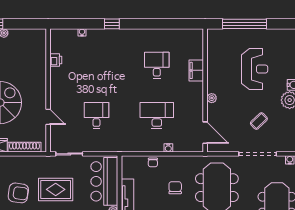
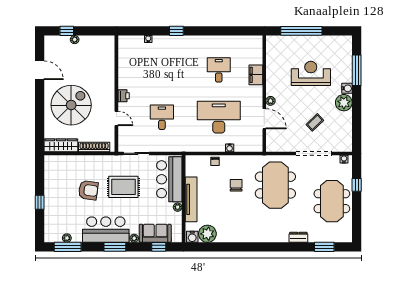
printer: (56, 60) -> (124, 96), moved
reception desk: (255, 69) -> (311, 73), turned -90
desk: (157, 116) -> (219, 117), width x1.36, depth x1.30
door: (205, 133) -> (264, 119), moved

